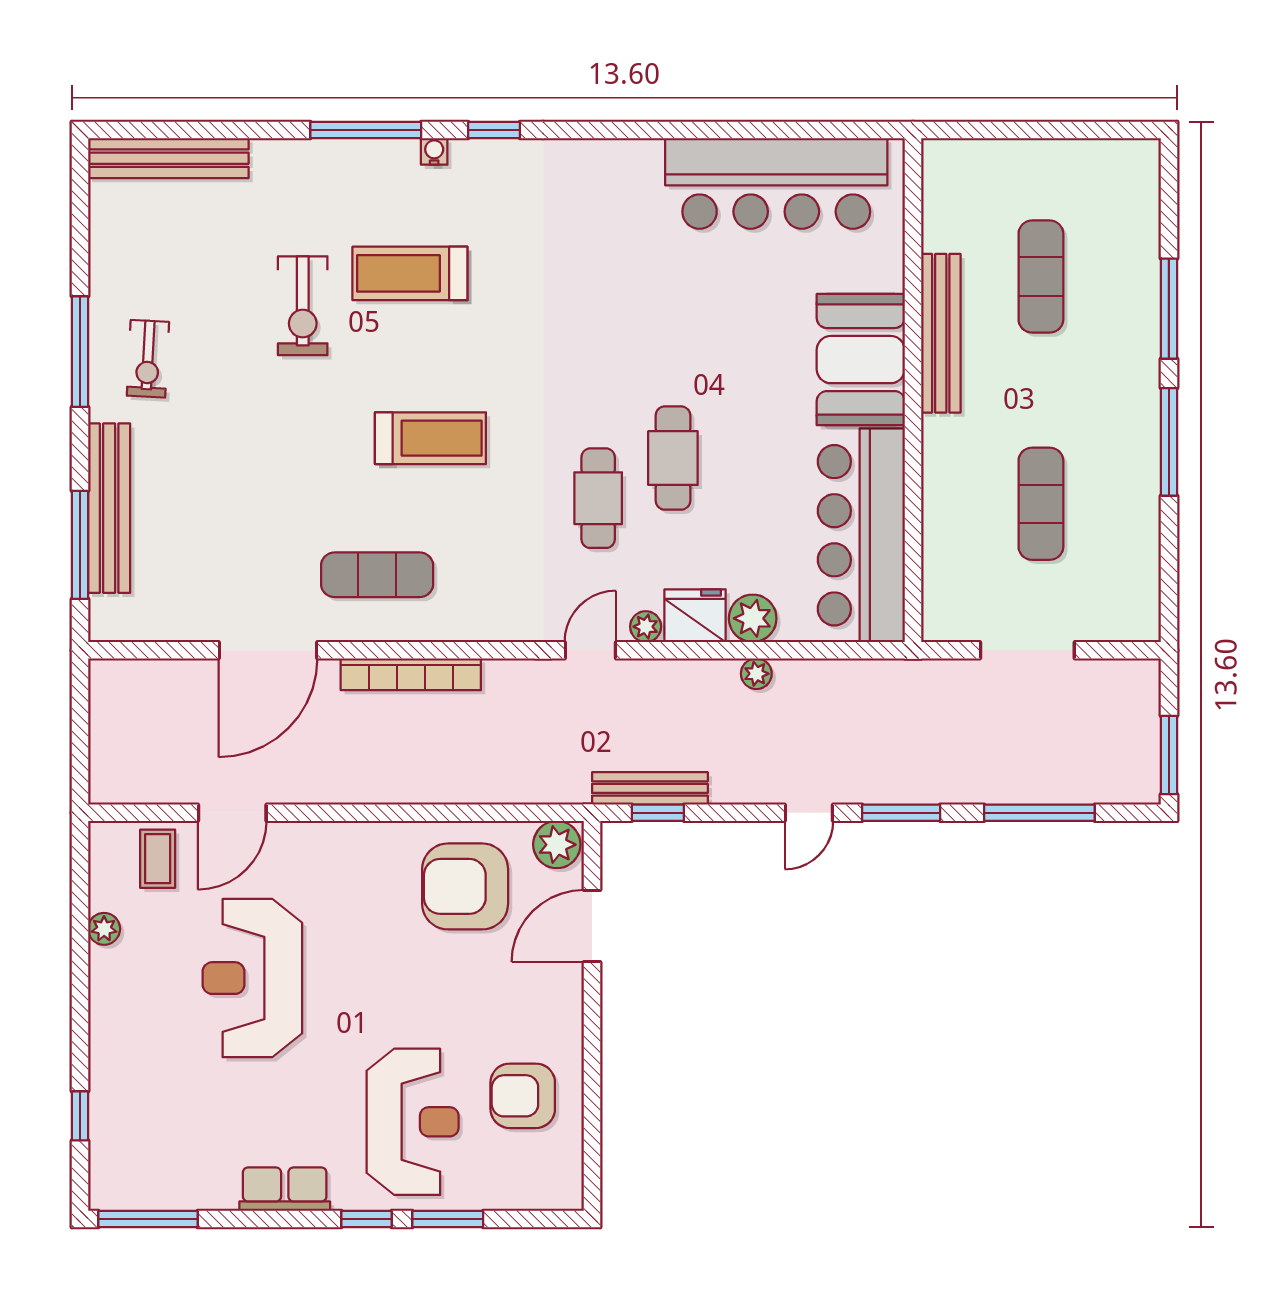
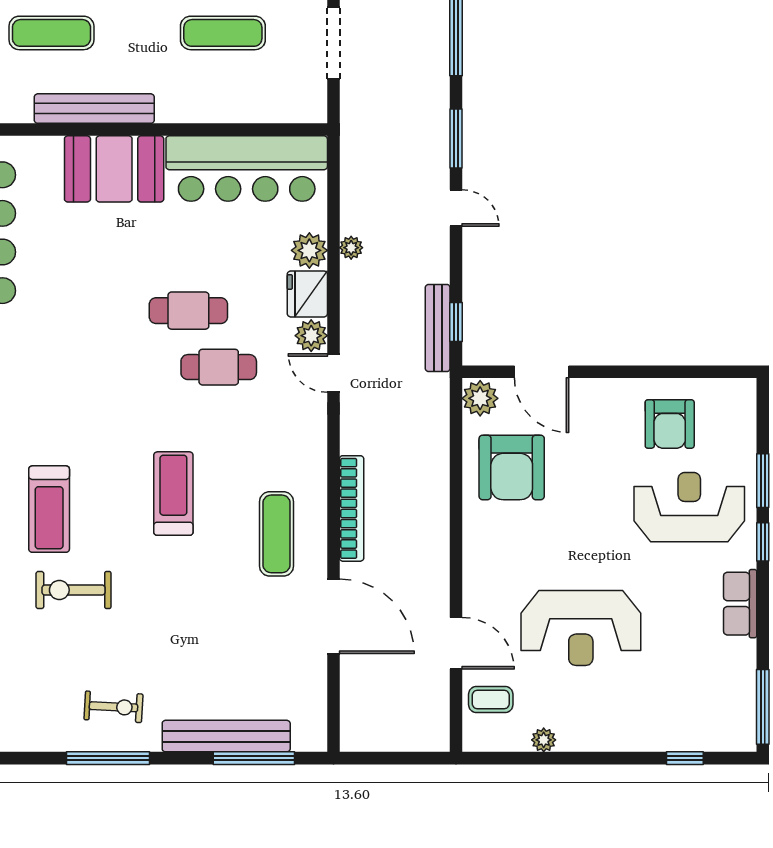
exercise bike: (303, 306) -> (73, 590), turned 180
plant: (646, 627) -> (311, 336), width x1.38, depth x1.38

